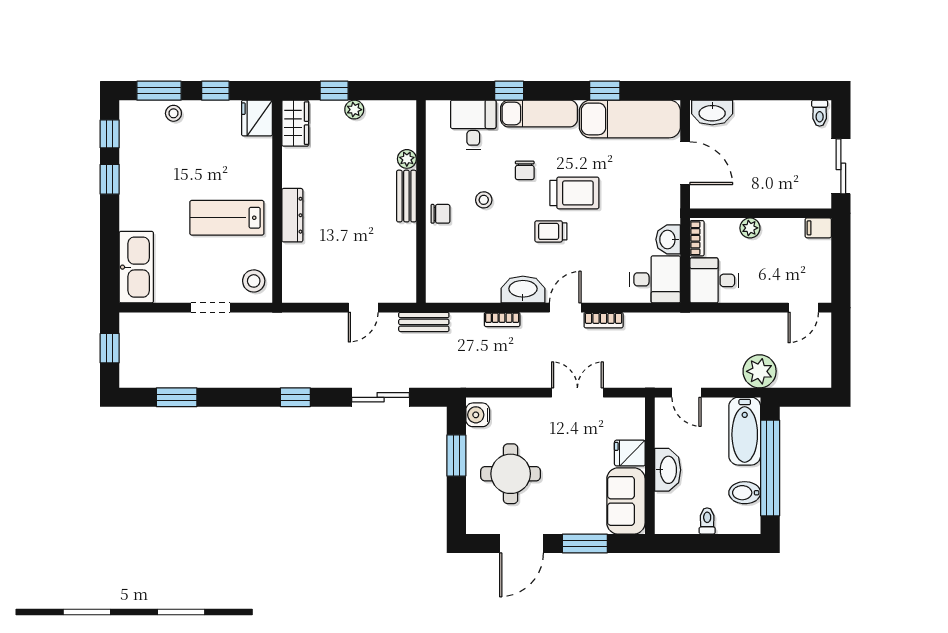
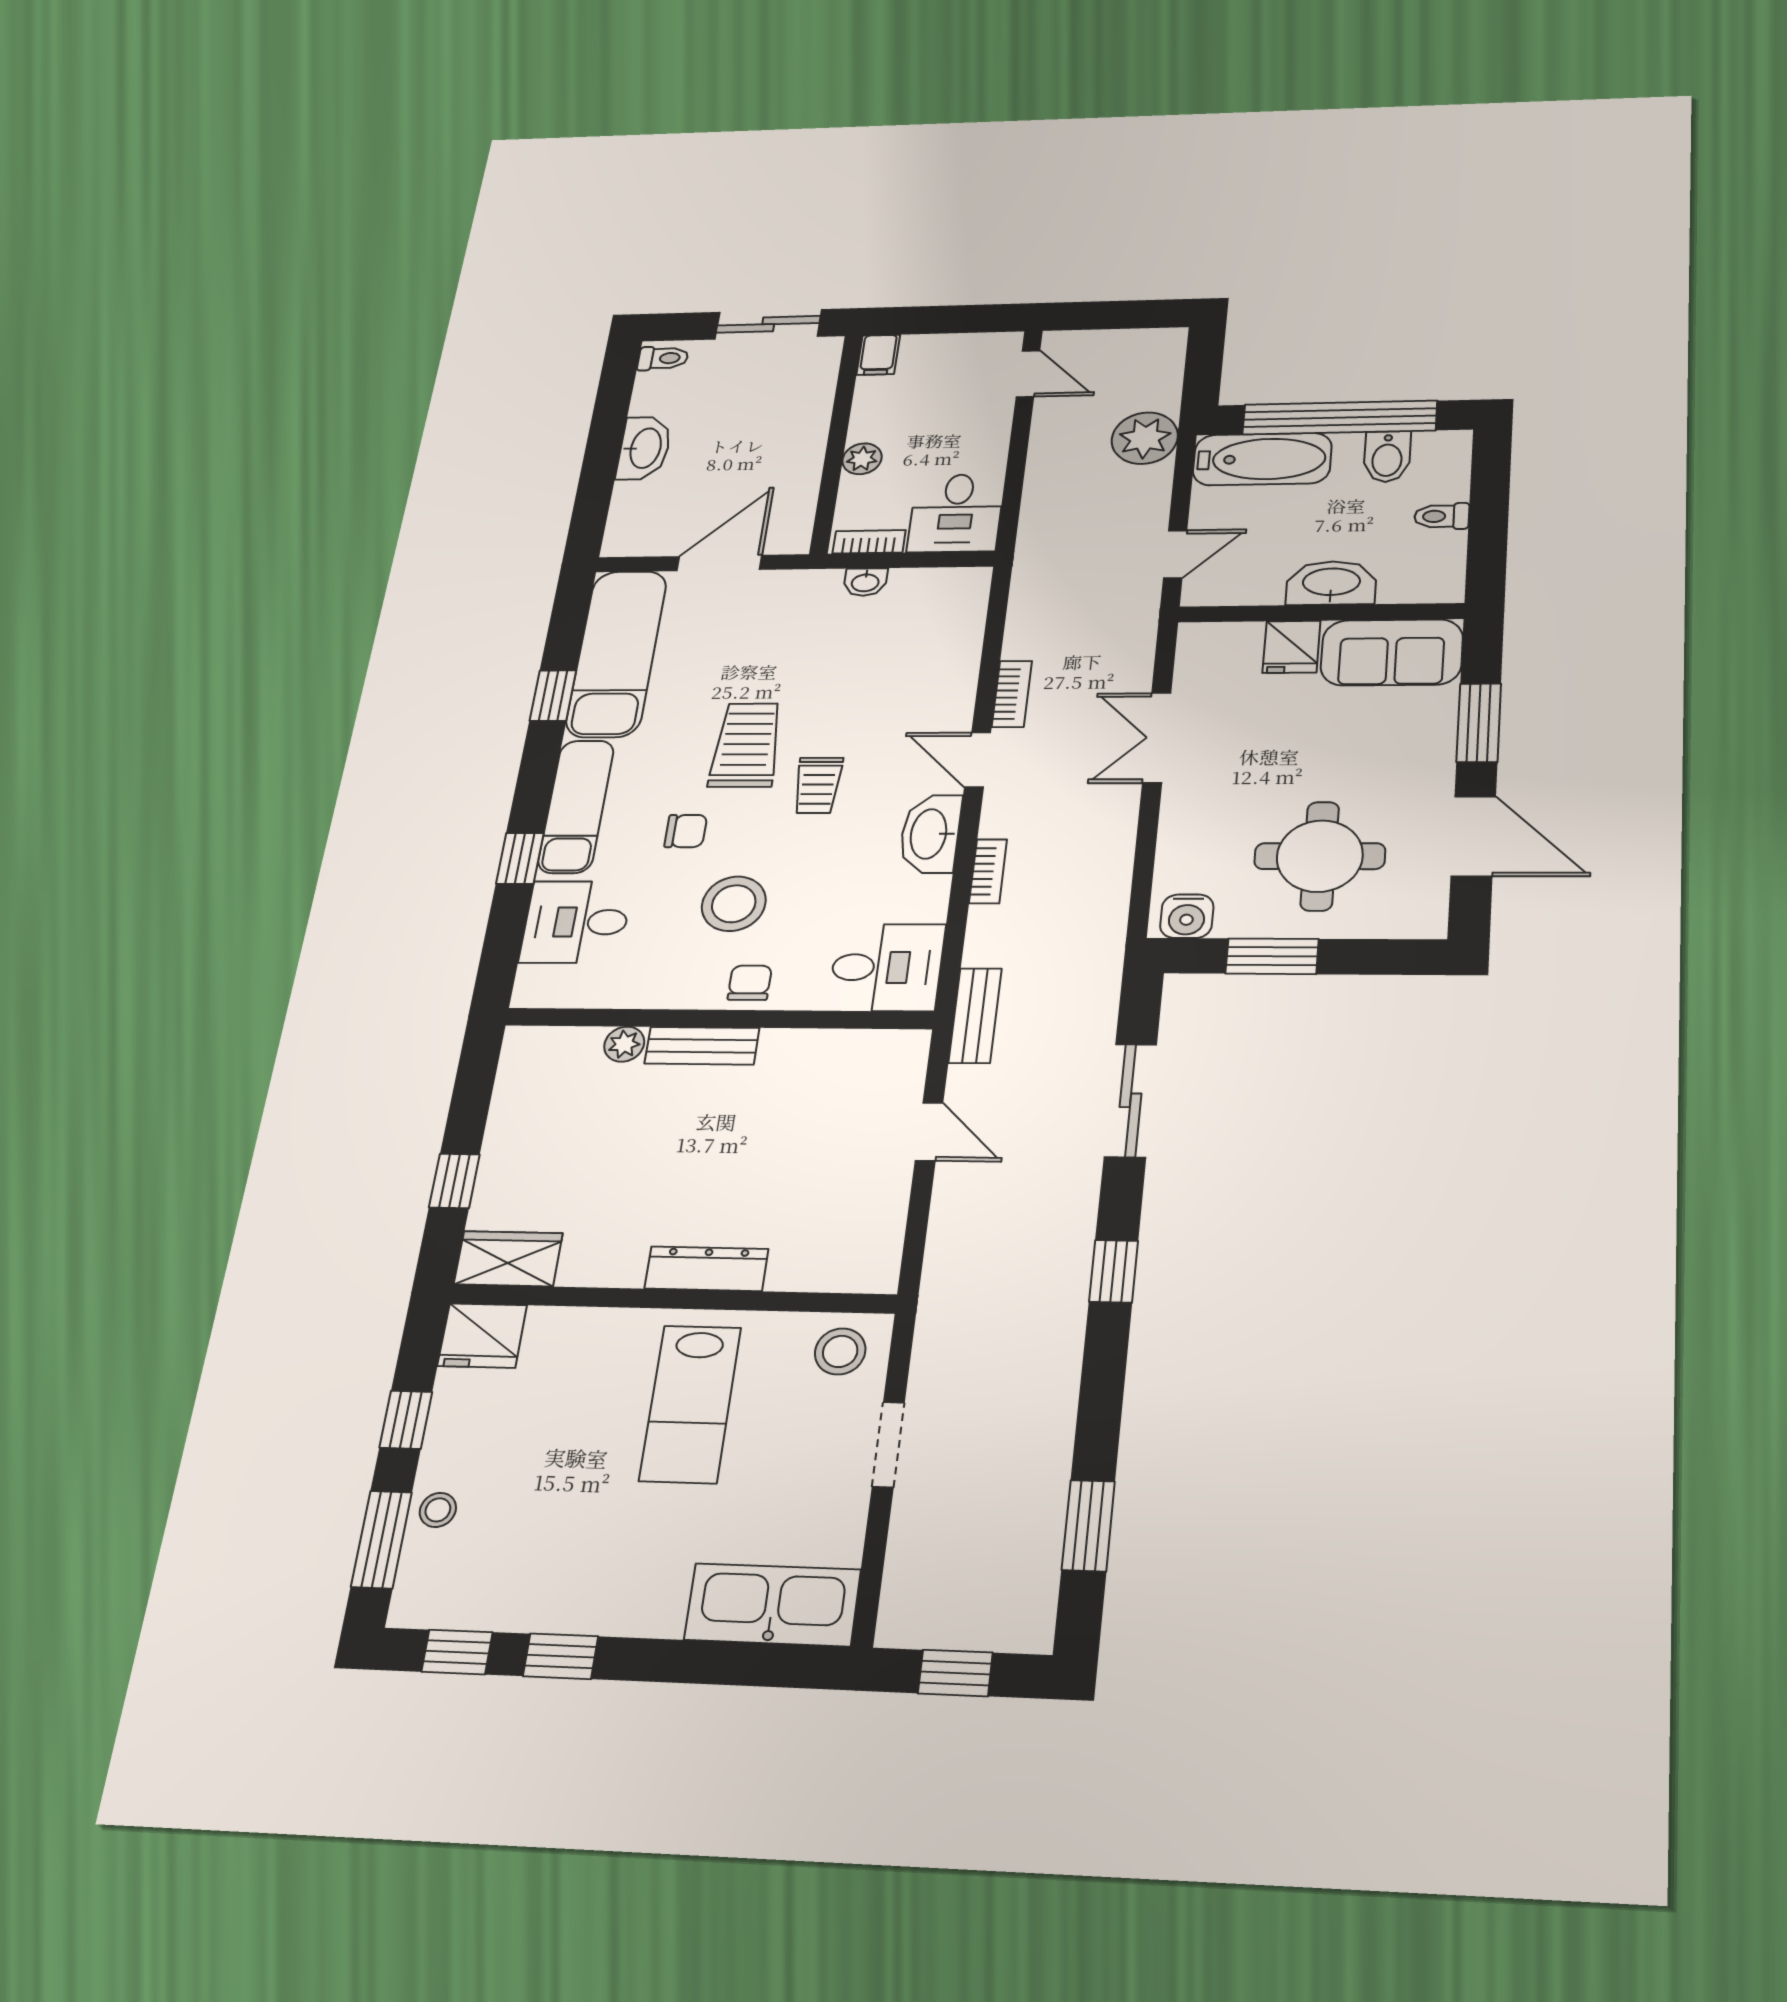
plant: (354, 110) -> (502, 1143), removed
washbasin: (712, 113) -> (644, 448), moved
stool: (484, 200) -> (734, 904), width x1.89, depth x1.89
washbasin: (668, 239) -> (865, 582), width x0.72, depth x0.69
desk: (655, 279) -> (887, 967), moved, turned 90

